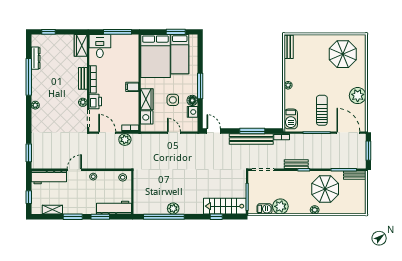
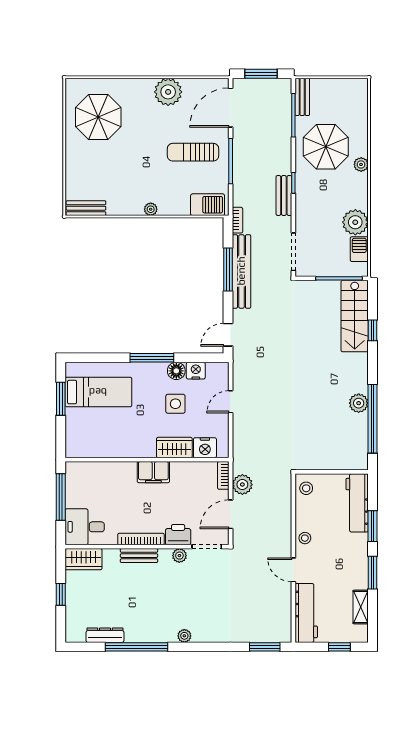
window: (49, 32) -> (61, 594), moved
bed: (155, 56) -> (102, 433), removed
filing cabinet: (132, 87) -> (153, 472), width x2.00

